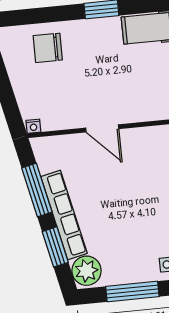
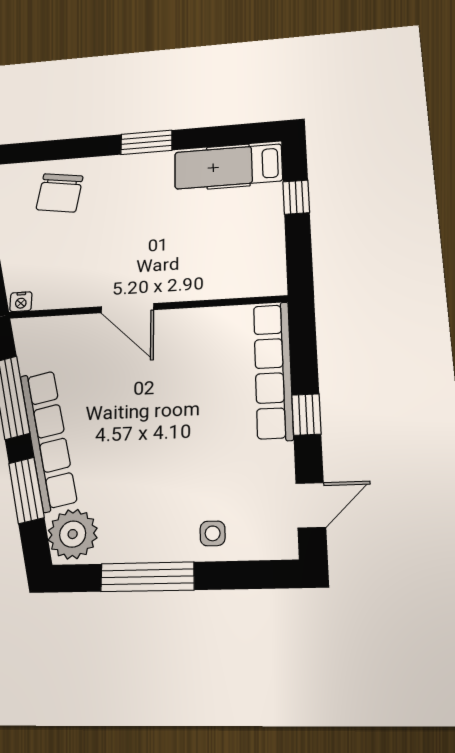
chair: (48, 48) -> (60, 193), turned -81

